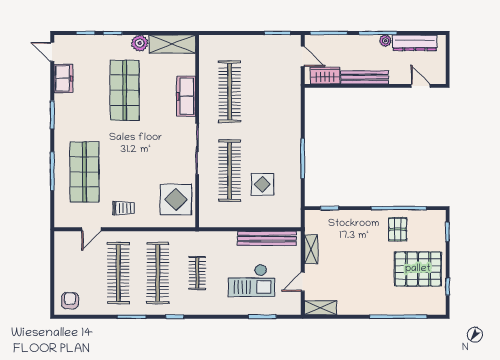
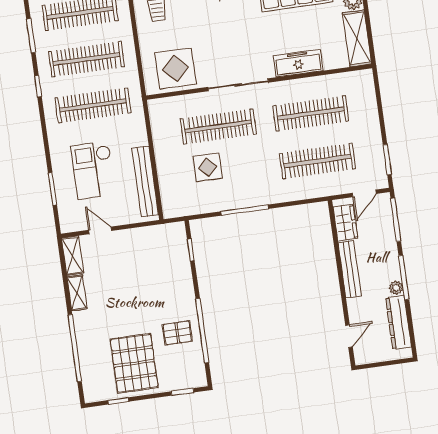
clothes rail: (270, 92) -> (317, 161), added
shelving: (311, 249) -> (77, 293), moved, turned 90
clothes rail: (197, 273) -> (93, 105), width x1.86, depth x1.31

